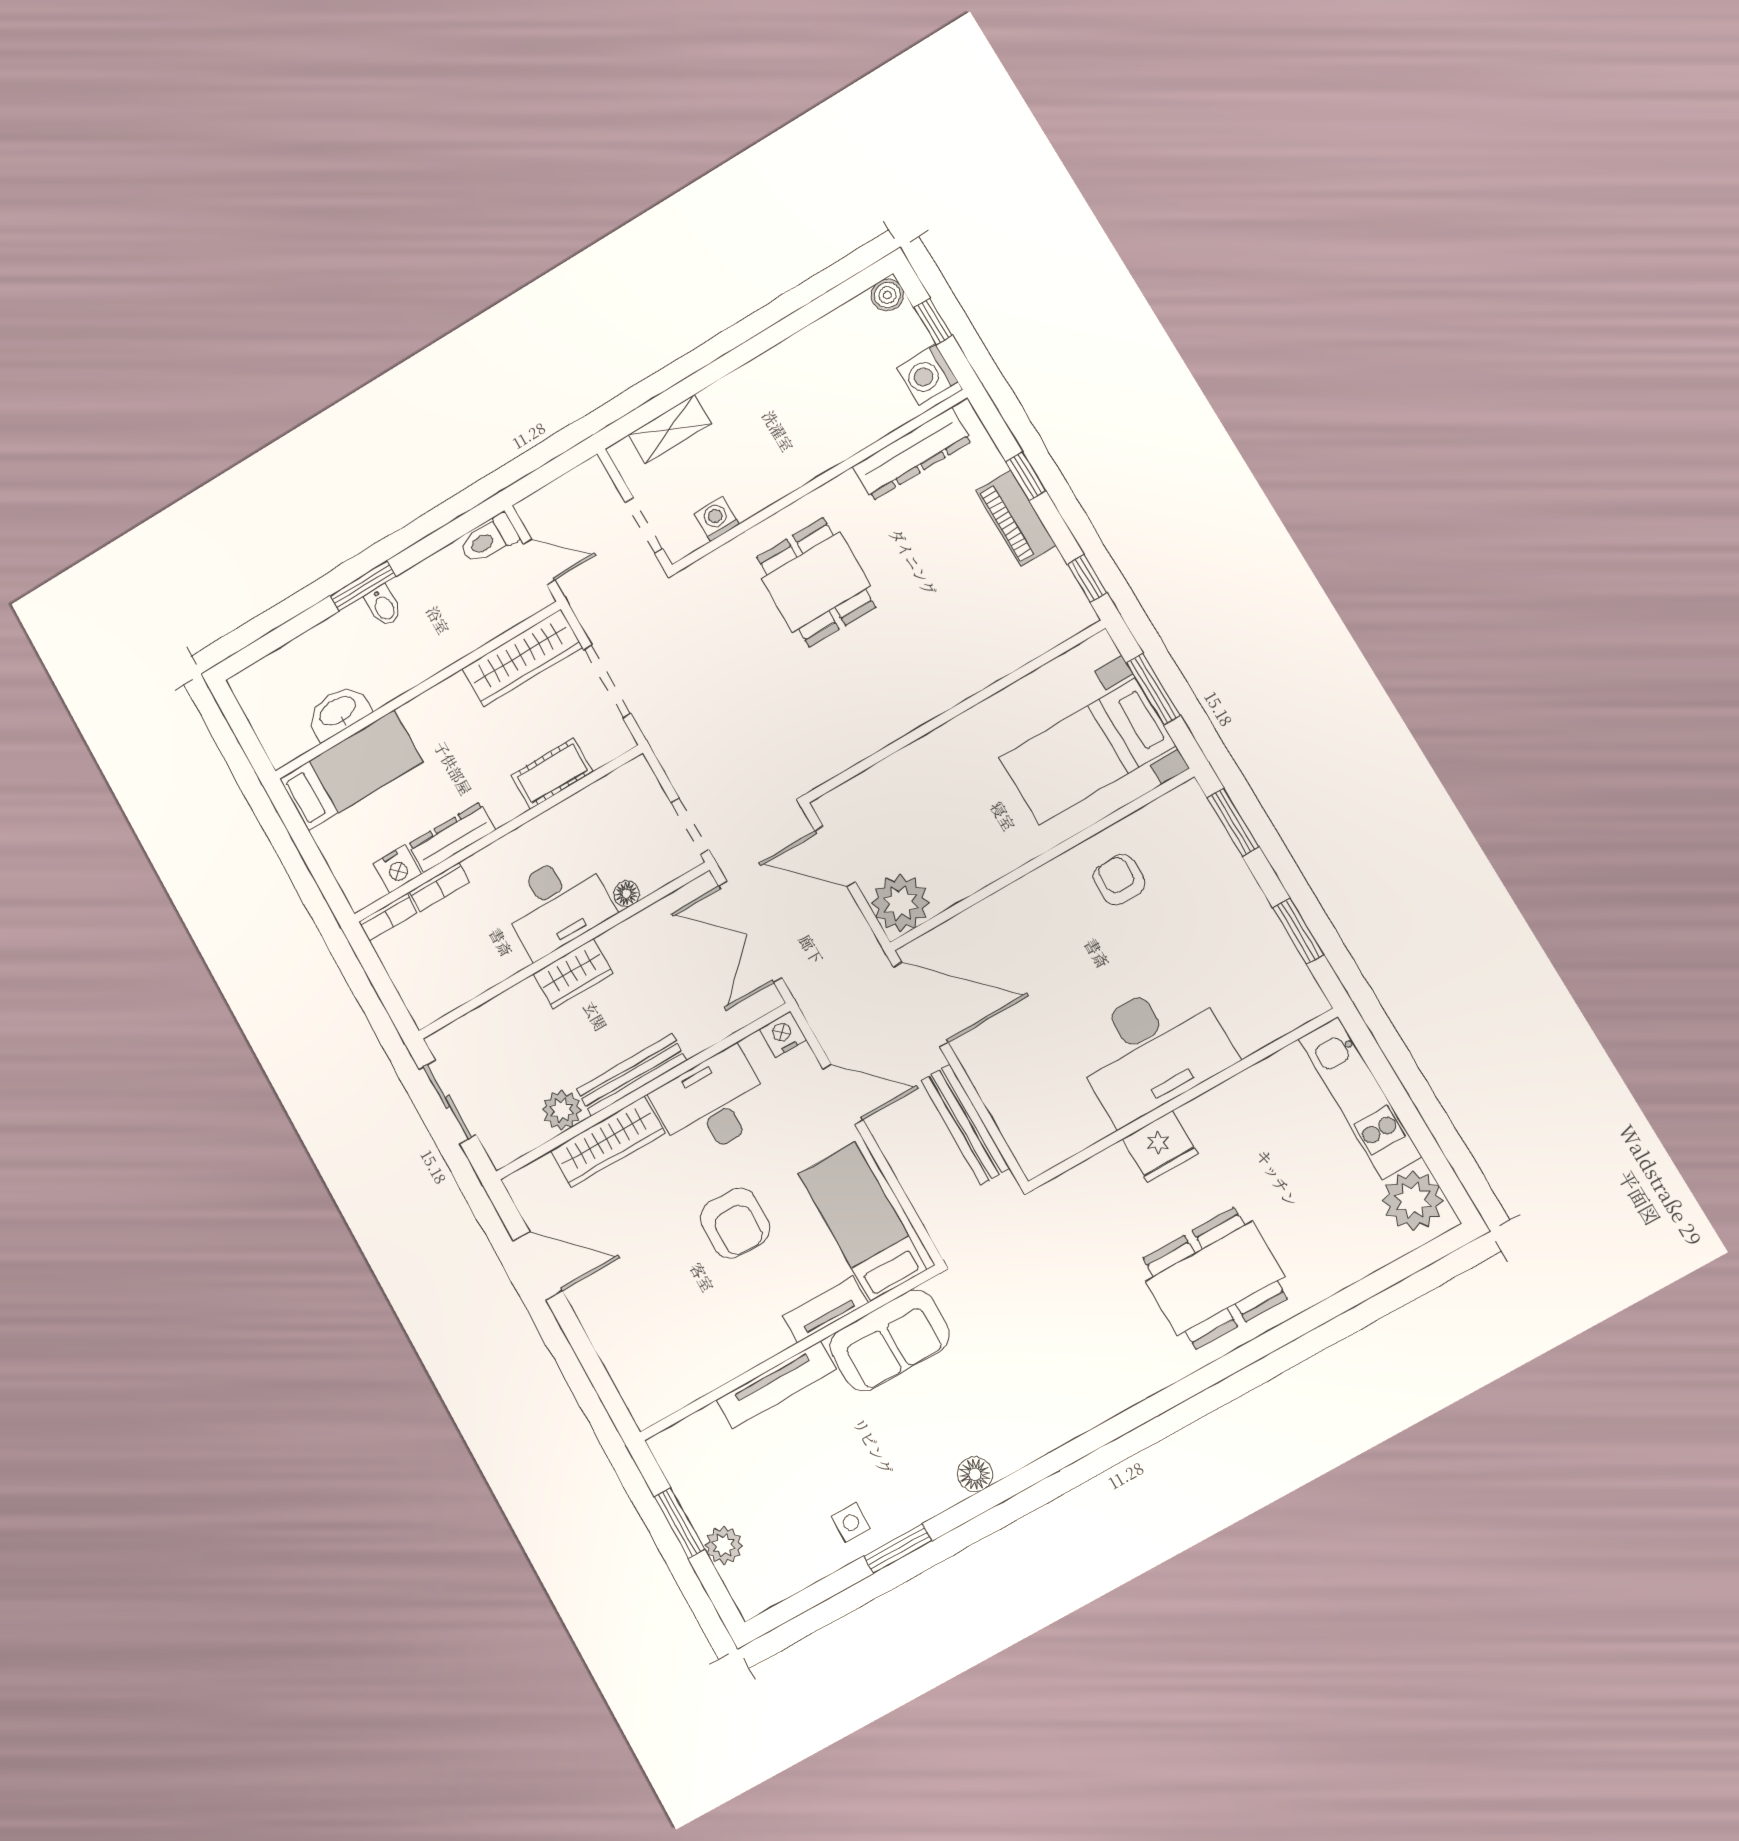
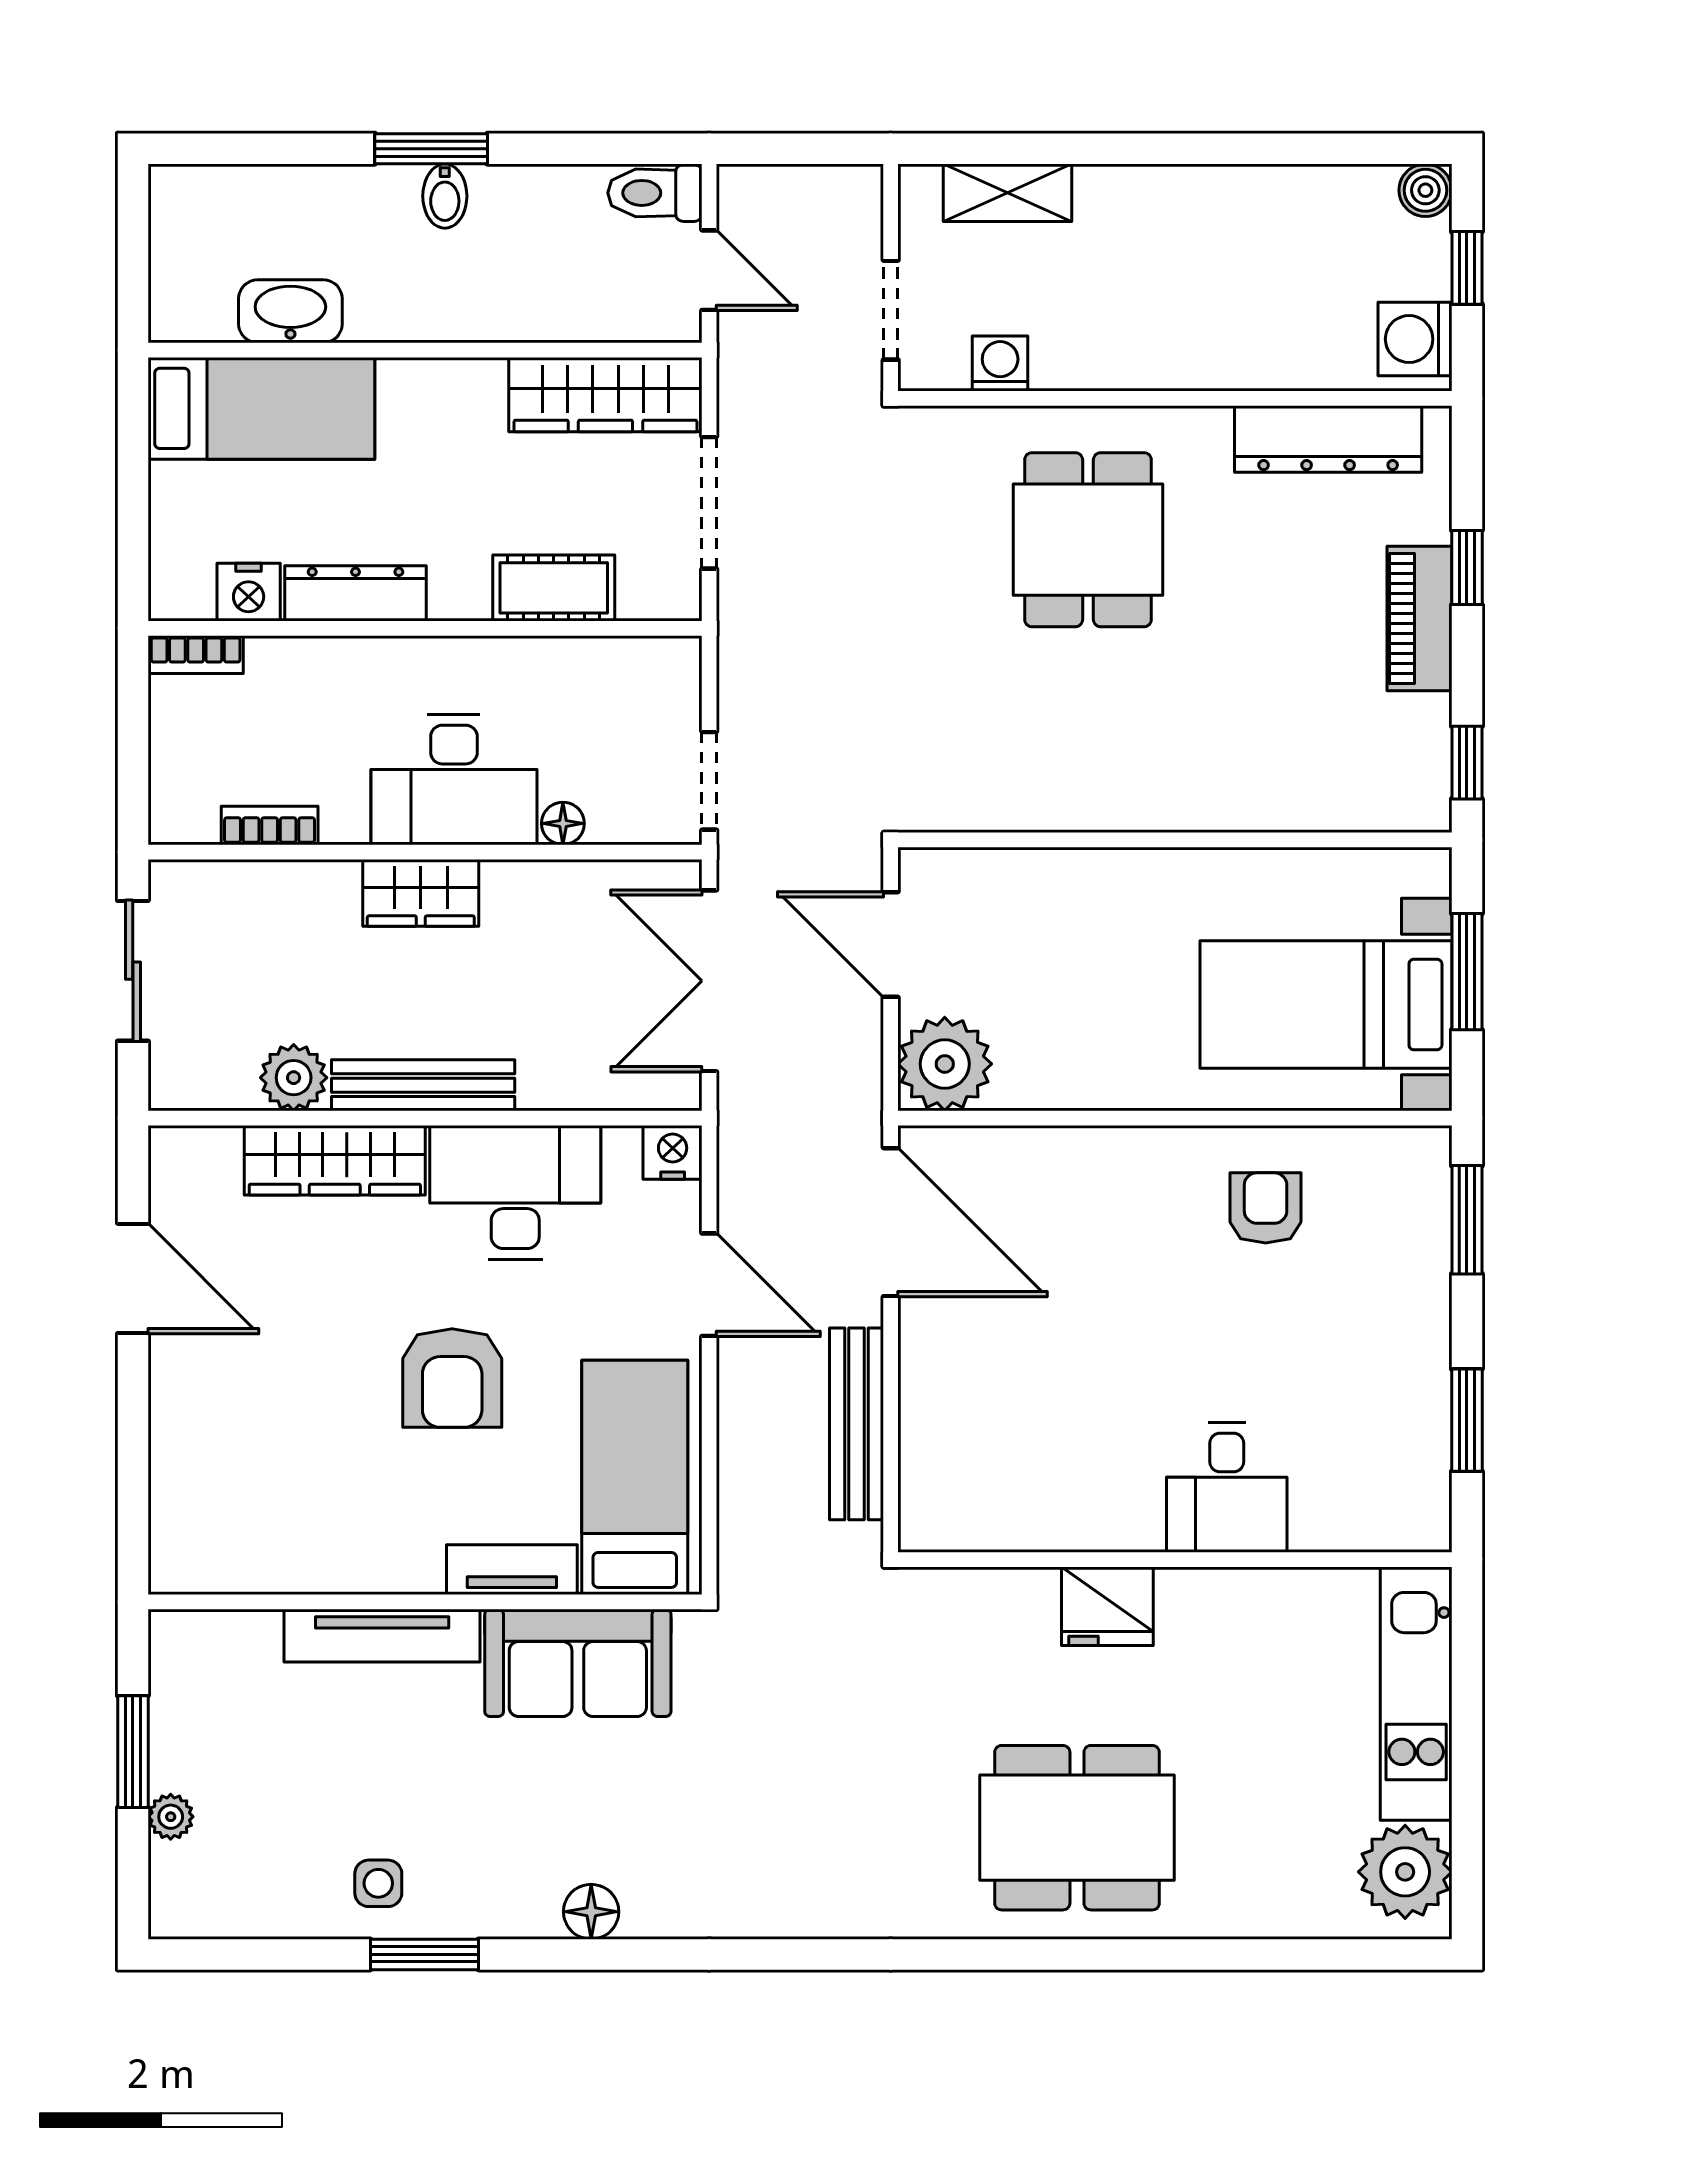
bookcase: (440, 887) -> (270, 825), moved, turned 180
desk: (1152, 1050) -> (1227, 1487), width x0.53, depth x0.77
plant: (724, 1545) -> (171, 1817), width x0.73, depth x0.73

